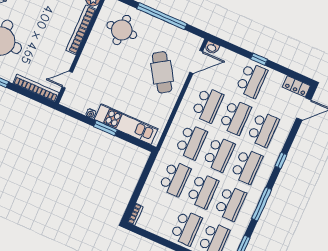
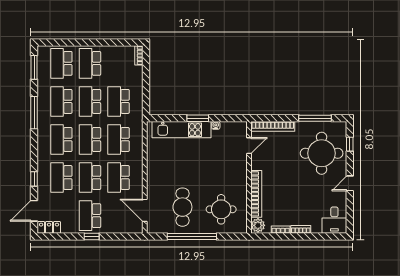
washbasin: (212, 48) -> (137, 228), removed
door: (196, 62) -> (145, 210), hinge flipped
cafe table: (162, 72) -> (182, 207), moved, turned 33
window: (281, 161) -> (34, 179), moved

